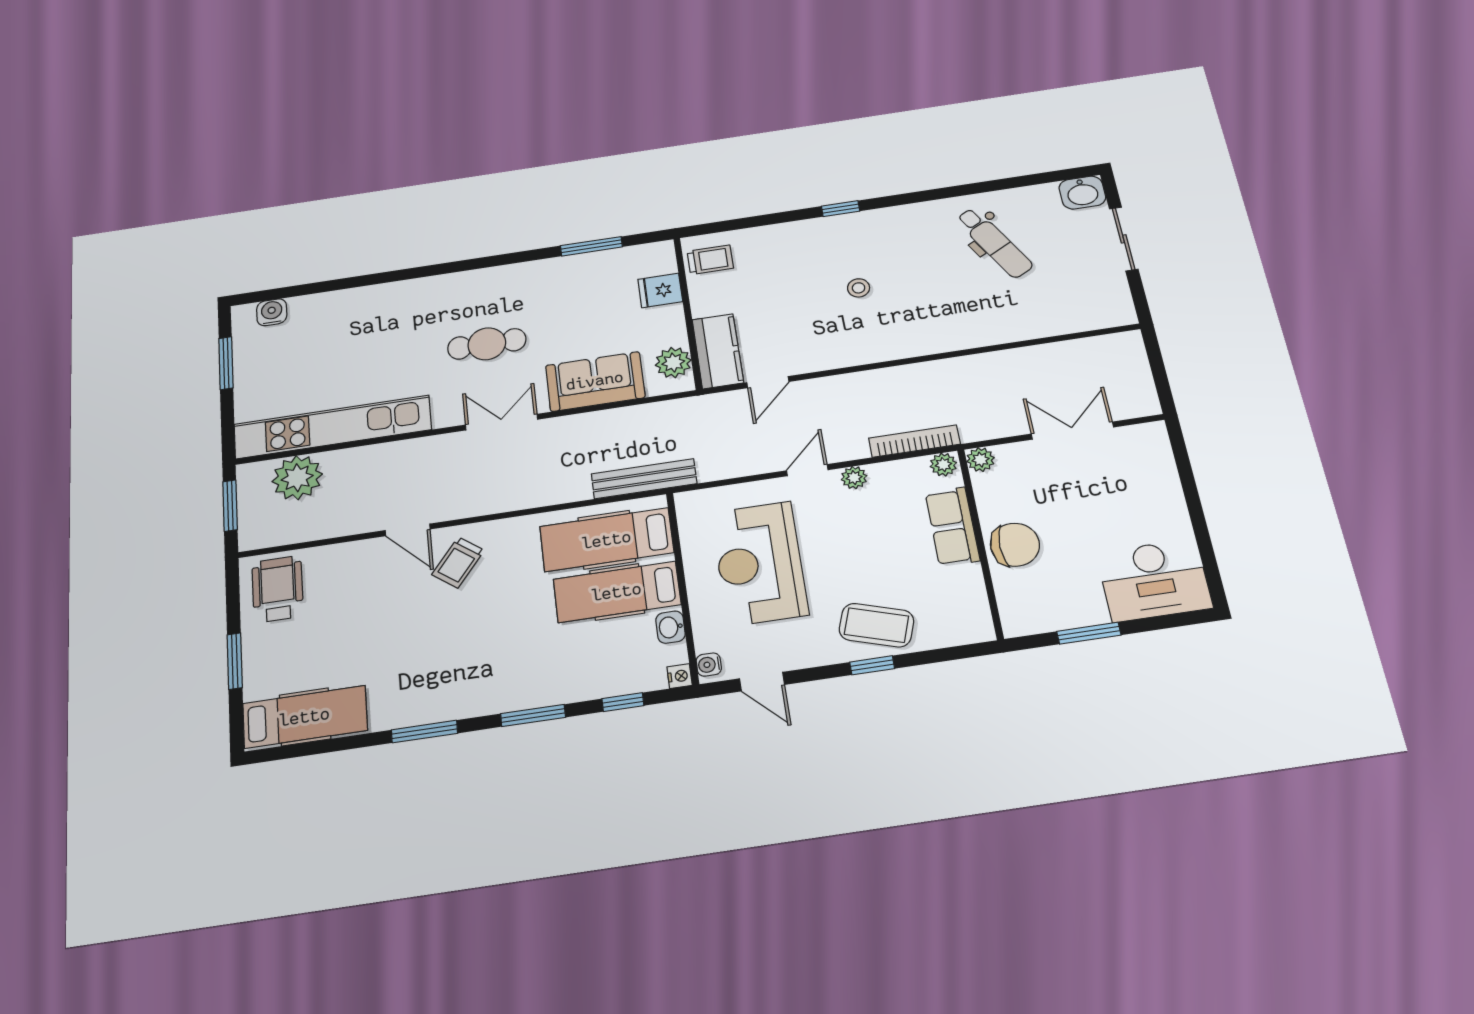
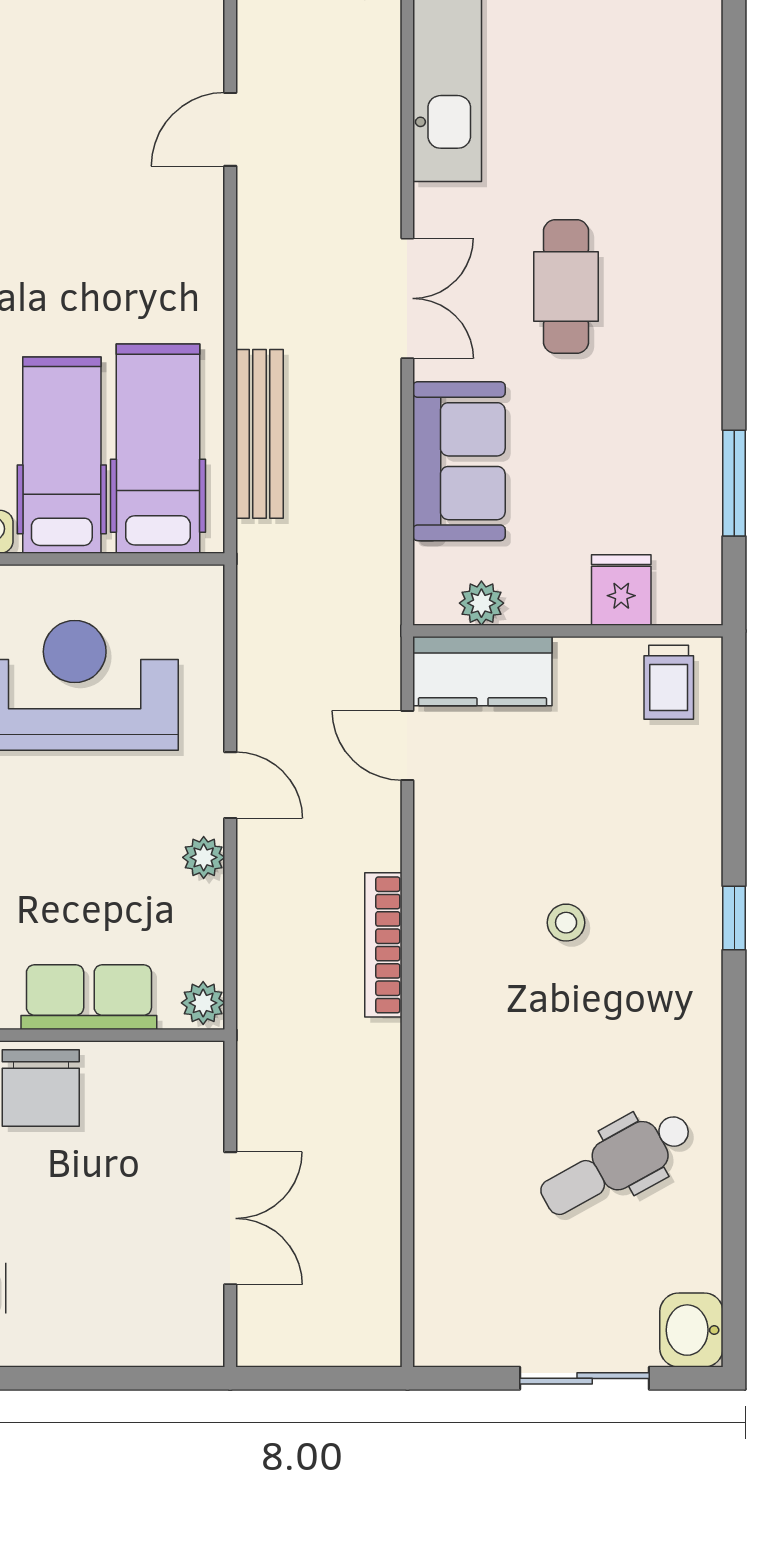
plant: (673, 363) -> (481, 603), width x0.73, depth x0.73
bookcase: (914, 441) -> (383, 945), moved, turned 180
plant: (981, 460) -> (202, 1063), removed
bench: (644, 479) -> (259, 434), moved
trolley: (458, 562) -> (157, 207), removed

